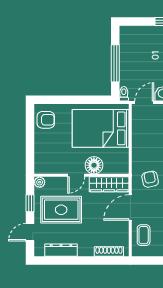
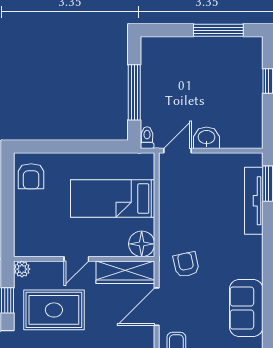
armchair: (46, 120) -> (31, 176), turned 90
bed: (101, 128) -> (113, 199), width x0.67
floor lamp: (94, 165) -> (142, 244), moved

